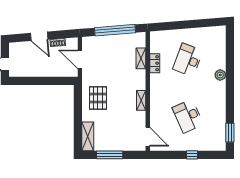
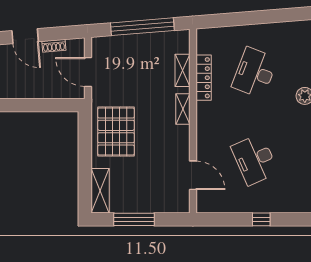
locker: (155, 63) -> (204, 78), width x1.53
pallet: (98, 98) -> (116, 132), width x1.37, depth x1.41
shelving: (141, 100) -> (183, 109), moved
door: (148, 137) -> (193, 175), moved

